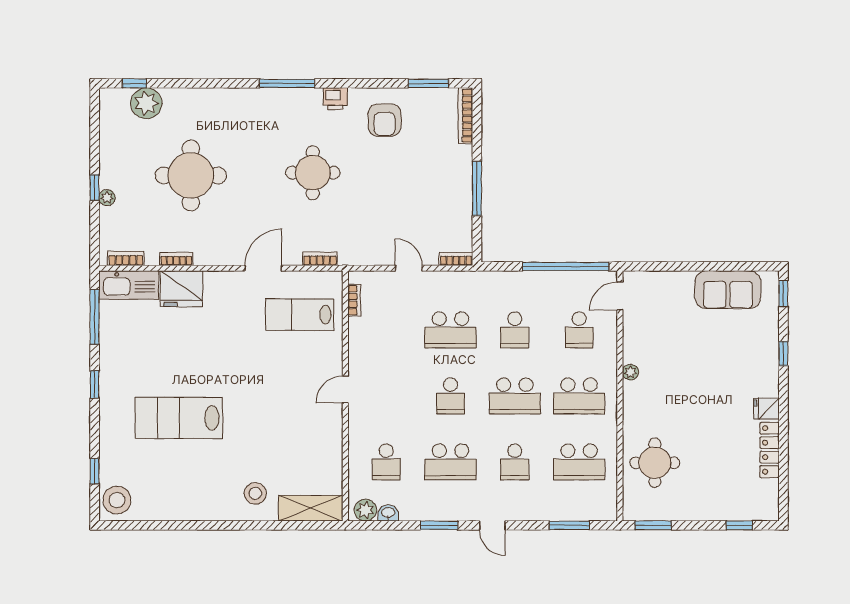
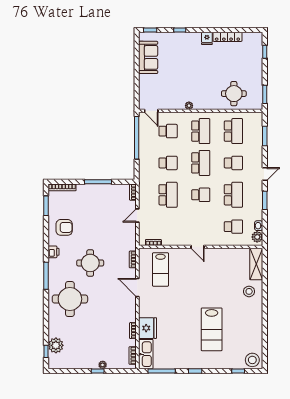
round table: (191, 175) -> (70, 299), moved

